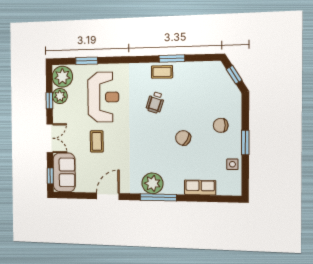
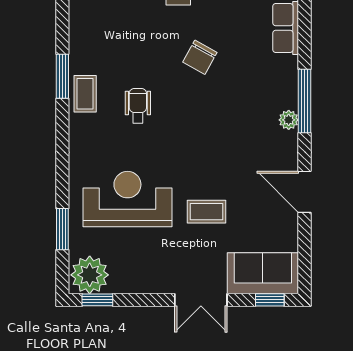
plant: (60, 96) -> (124, 280), removed
window: (49, 101) -> (97, 300), moved
wheelchair: (155, 102) -> (138, 106), turned -108
double door: (50, 138) -> (201, 300), swing flipped
plant: (152, 183) -> (289, 120), width x0.53, depth x0.53

